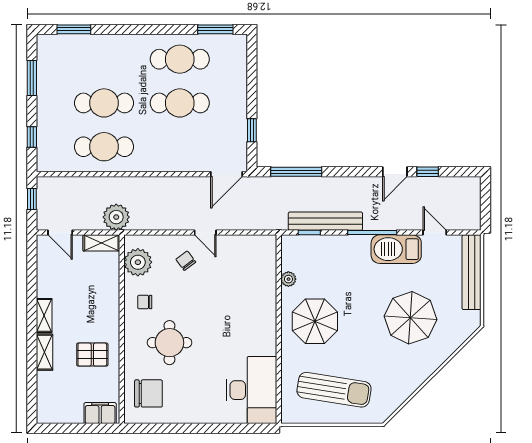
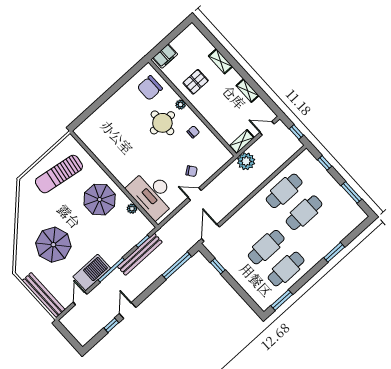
window: (74, 29) -> (334, 252), moved
door: (435, 233) -> (80, 298), swing flipped
plant: (138, 262) -> (181, 105), moved, width x0.53, depth x0.53
shelving: (44, 315) -> (248, 91), moved
desk: (251, 390) -> (152, 194), moved

